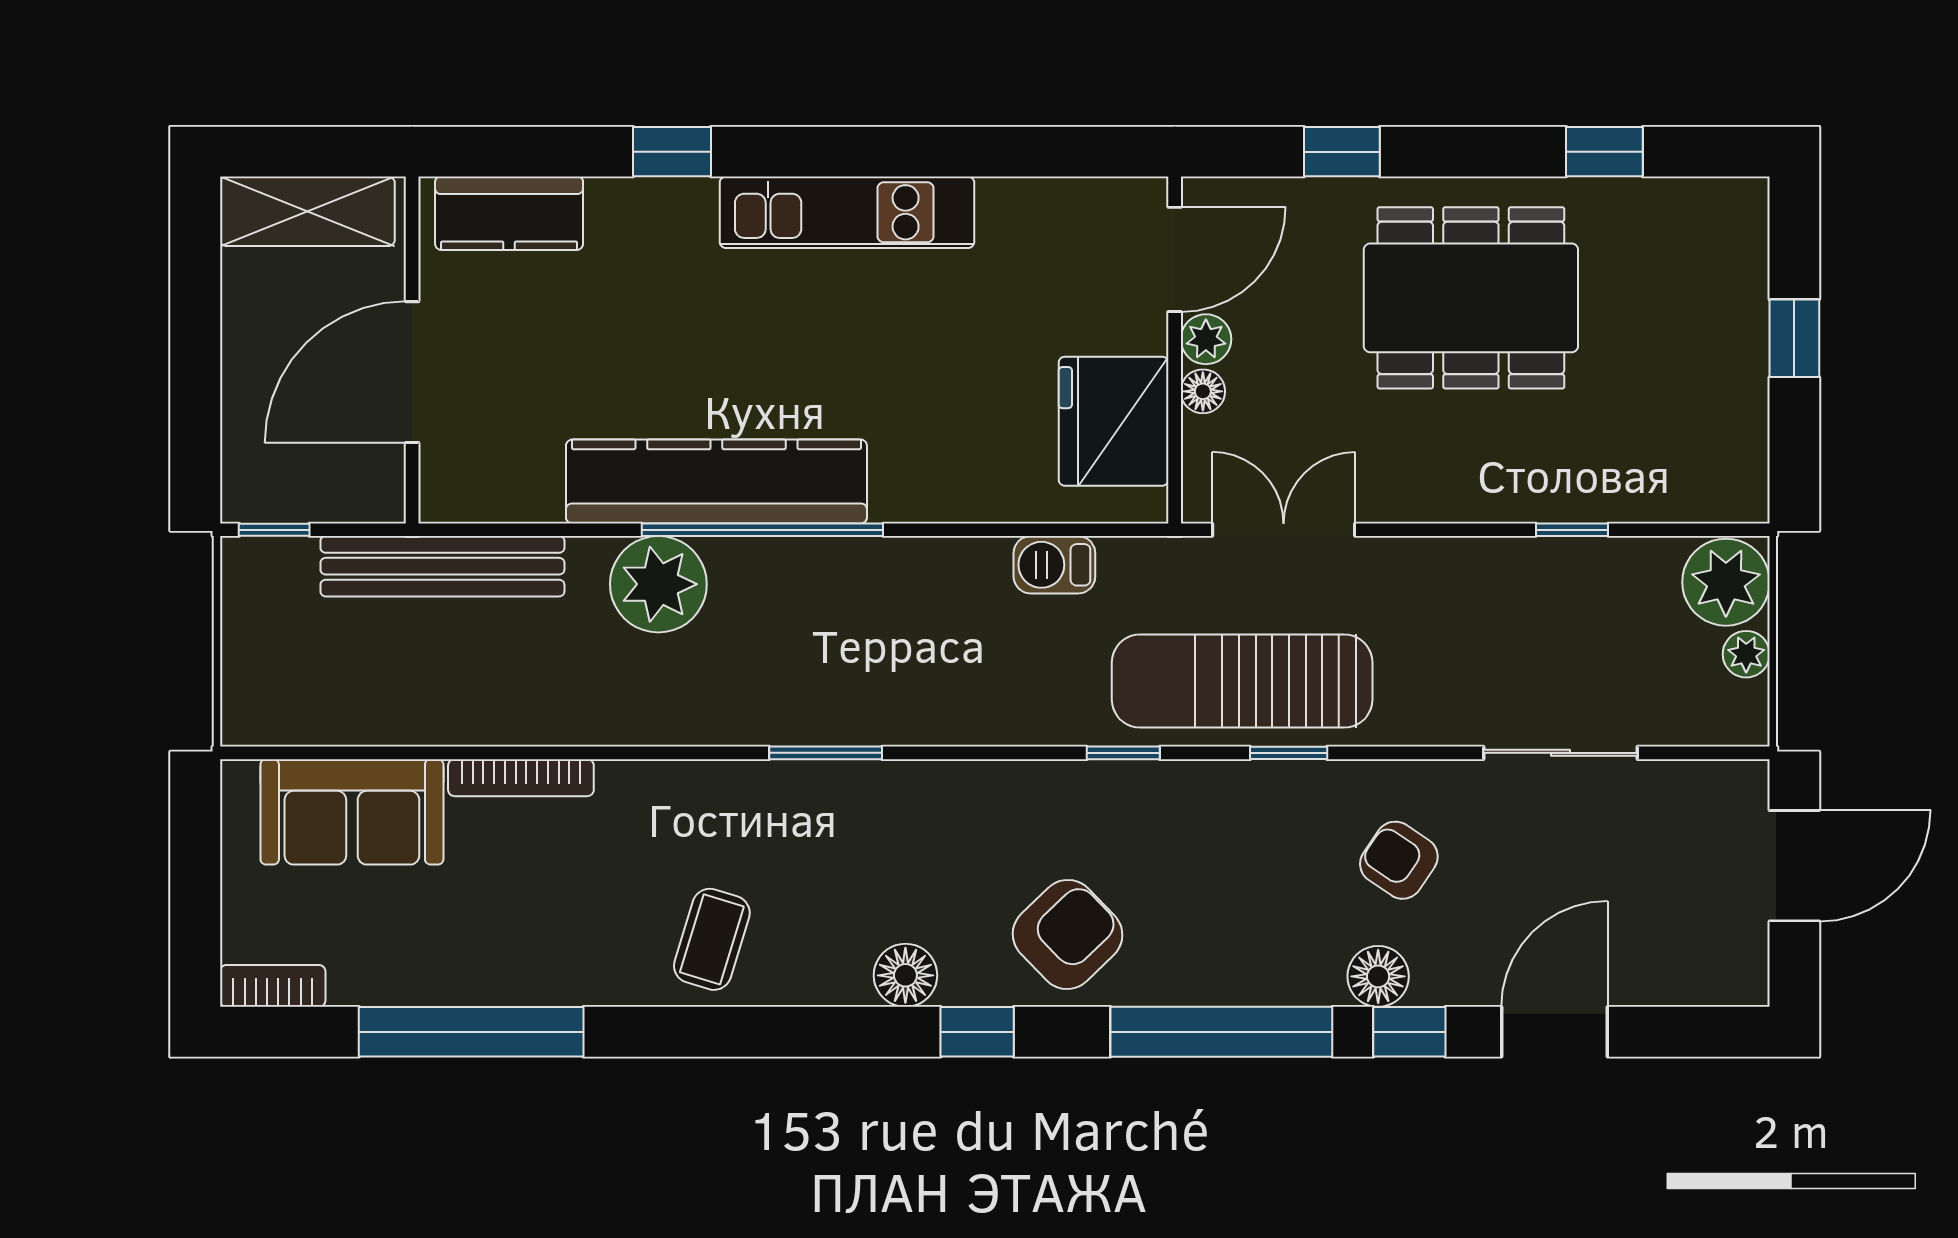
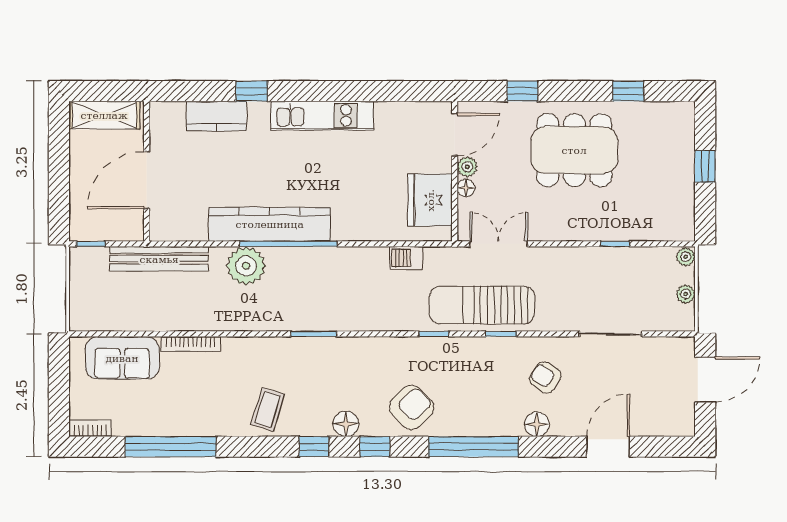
kitchen counter: (509, 213) -> (217, 116), moved
plant: (1726, 582) -> (686, 257), width x0.53, depth x0.53
window: (1409, 1032) -> (314, 447), moved

